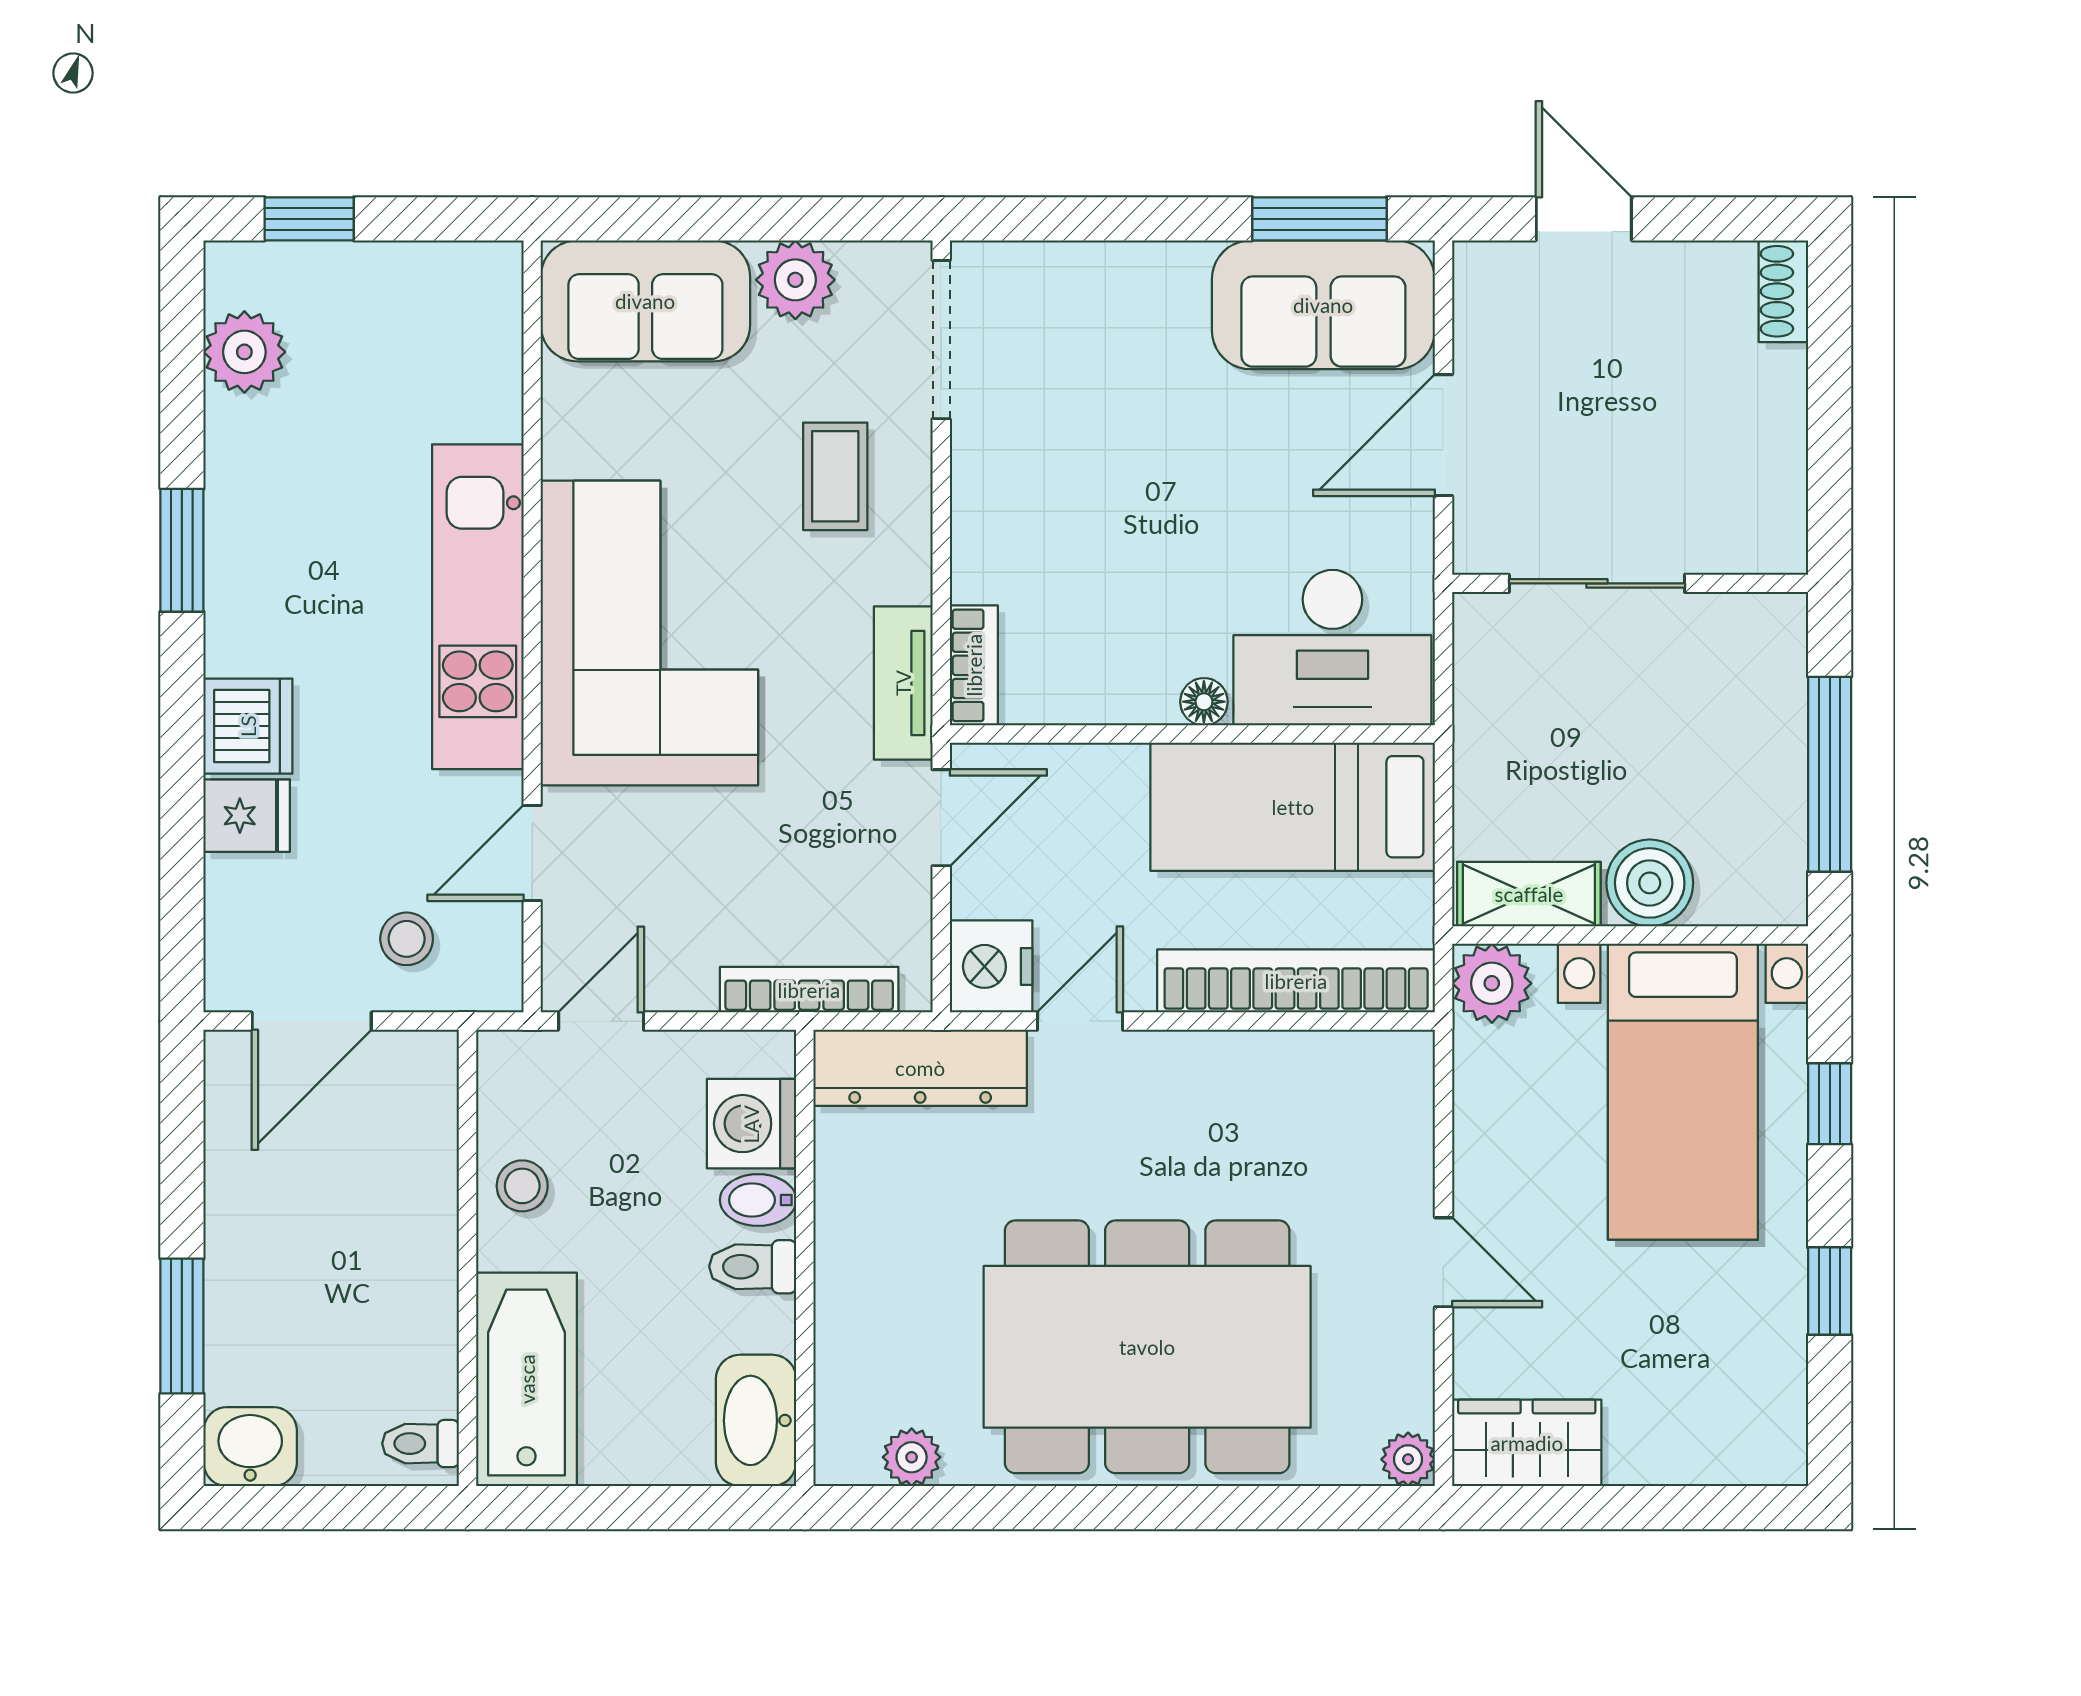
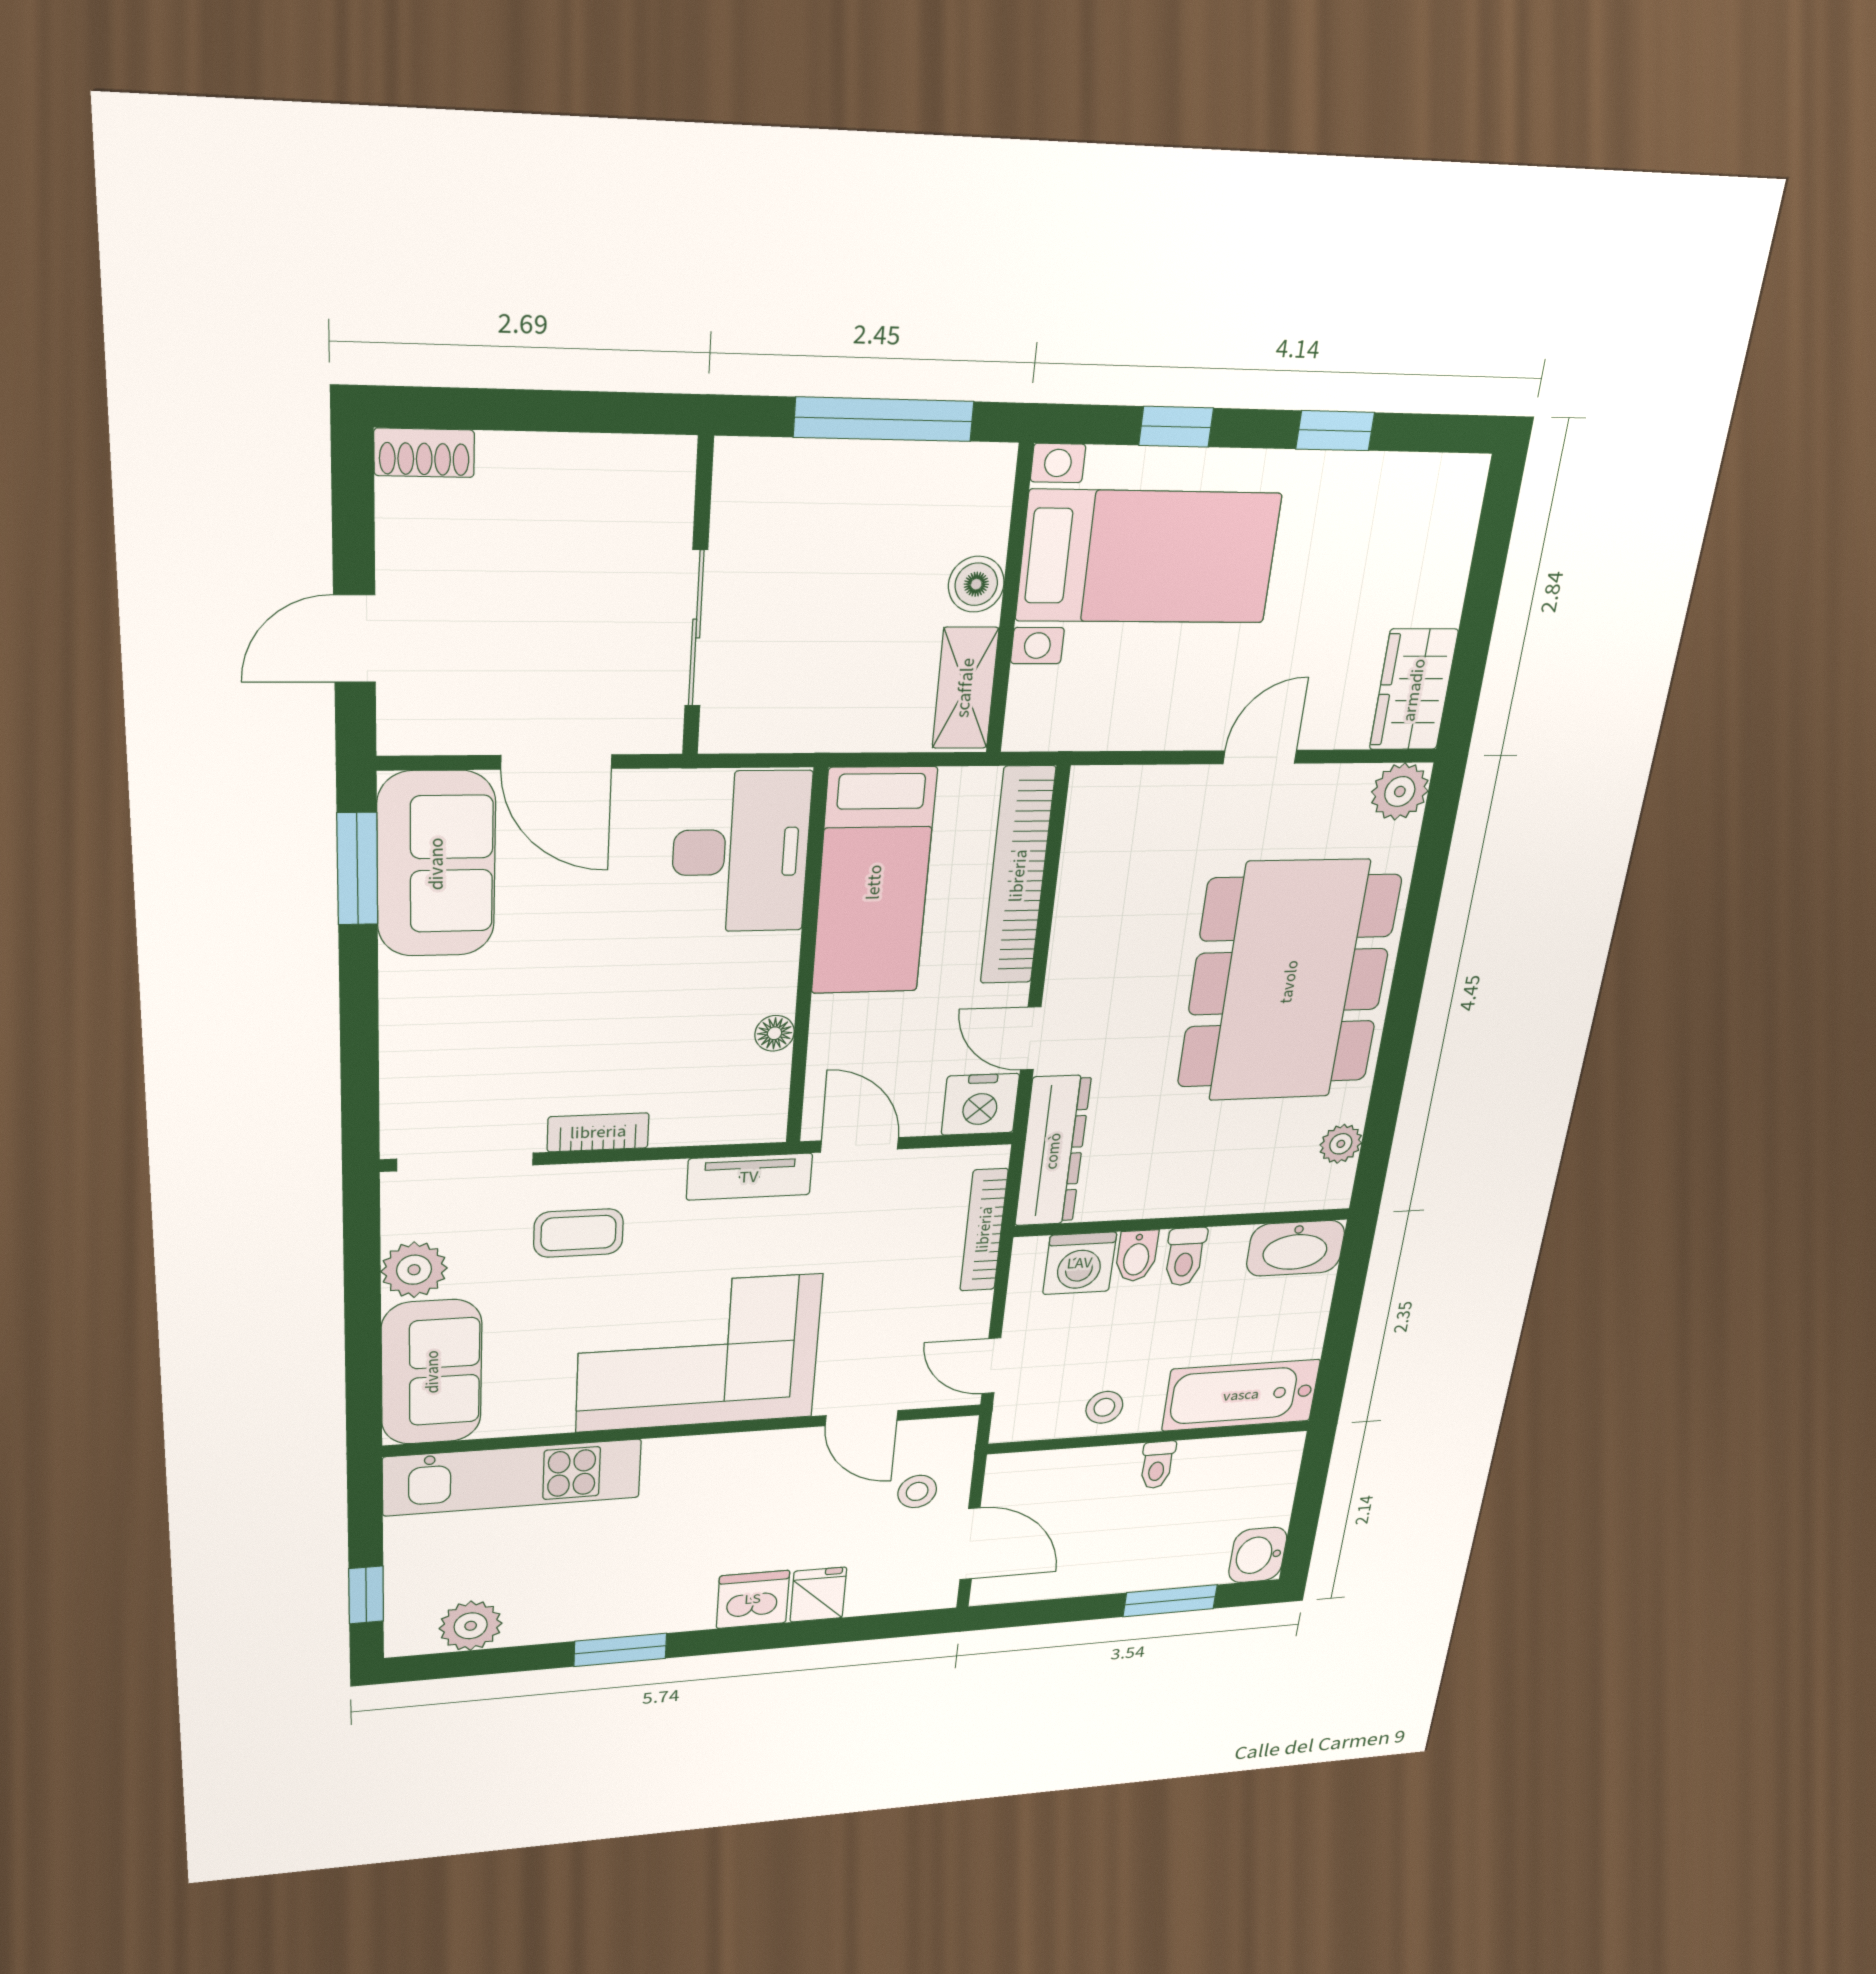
kitchen unit: (478, 607) -> (513, 1477), moved
bookcase: (974, 665) -> (598, 1132), moved
floor lamp: (1204, 702) -> (775, 1033), moved
boiler: (1650, 883) -> (976, 584), width x0.73, depth x0.73
plant: (1492, 983) -> (1038, 719), removed
toilet: (421, 1444) -> (1157, 1465), moved
plant: (1408, 1459) -> (1400, 792), width x1.38, depth x1.38

